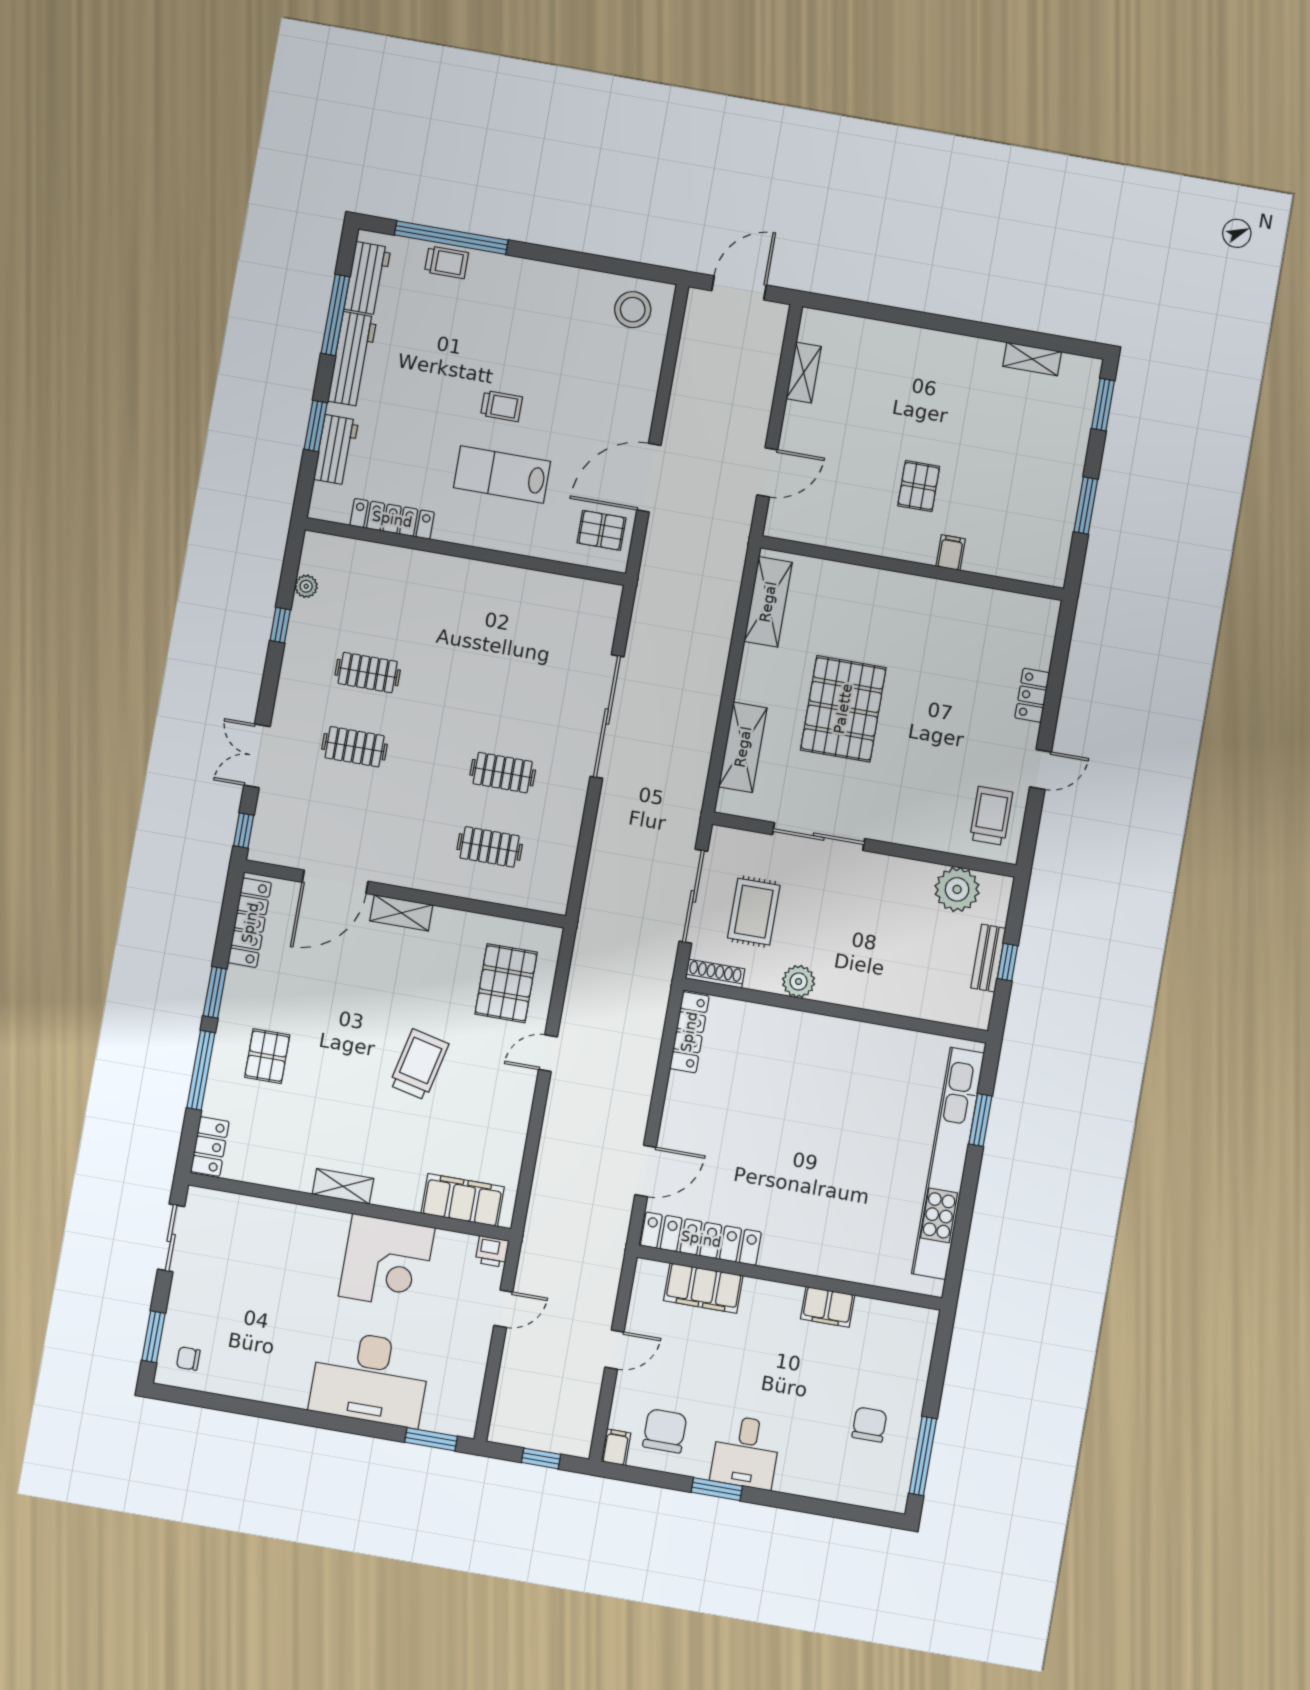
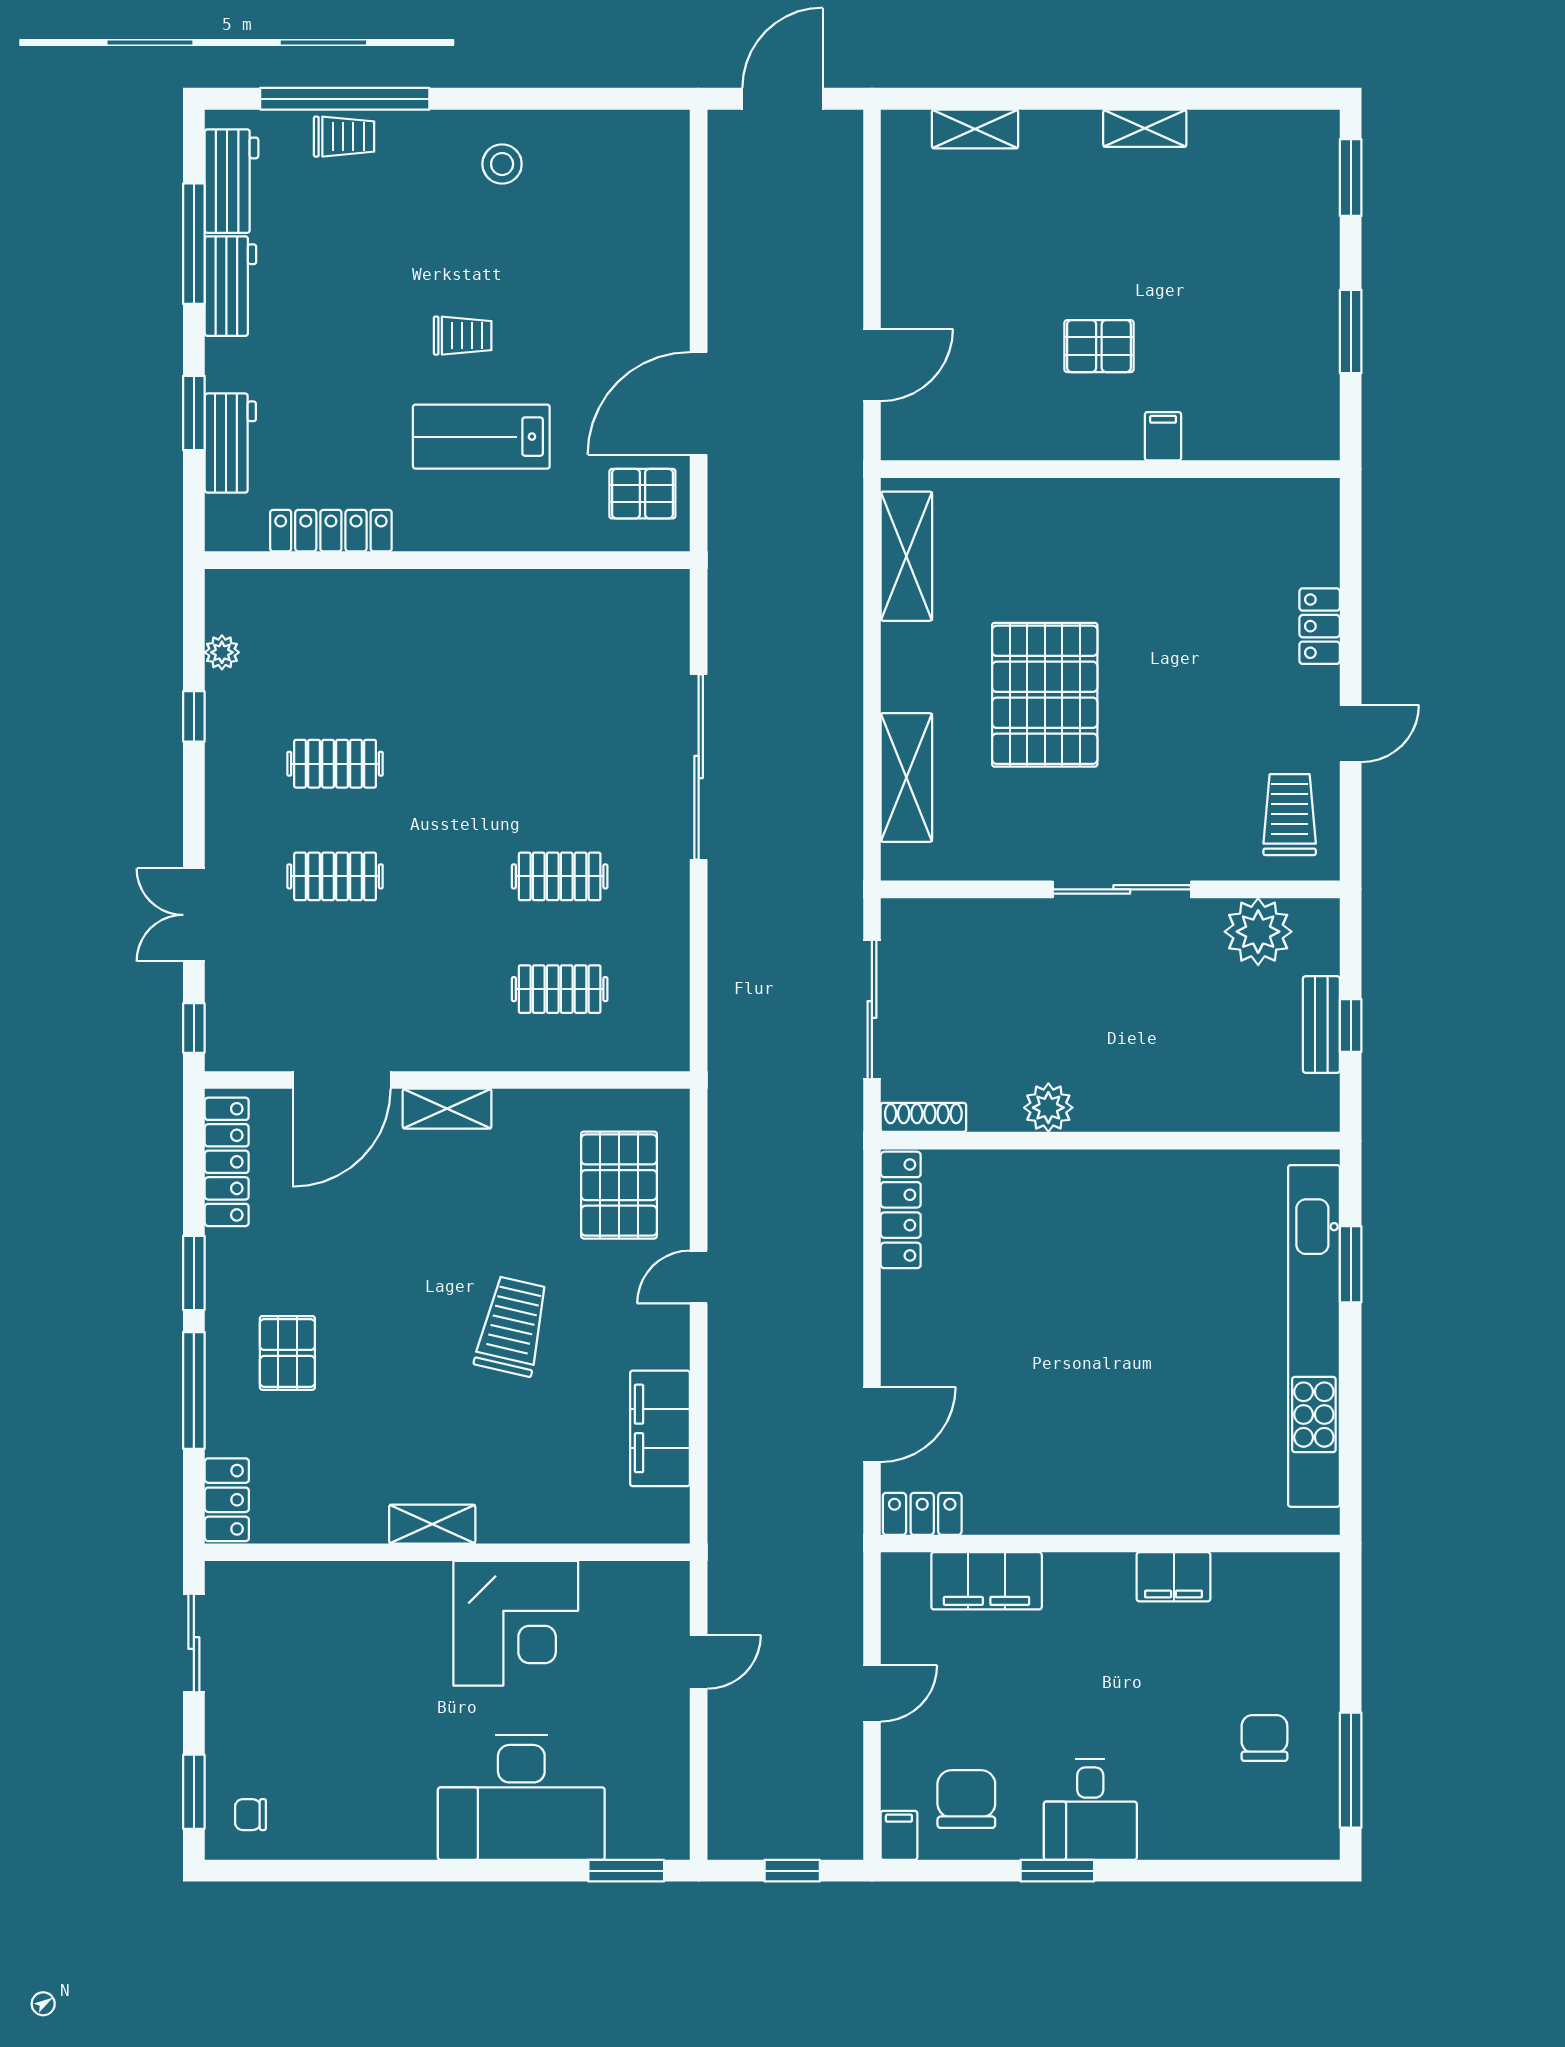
stool: (633, 310) -> (502, 164), moved, width x0.73, depth x0.73
workbench: (352, 359) -> (230, 286), width x0.73
shelving: (1032, 359) -> (1145, 128), moved
shelving: (804, 373) -> (975, 129), moved, turned 90
pallet: (919, 486) -> (1099, 346), turned 90
sliding door: (819, 837) -> (1122, 889), moved
rug: (754, 912) -> (965, 1016), removed
filing cabinet: (463, 1200) -> (660, 1428), moved, turned -90
locker: (701, 1239) -> (922, 1514), width x0.46, depth x0.83
printer: (492, 1251) -> (668, 1581), removed

